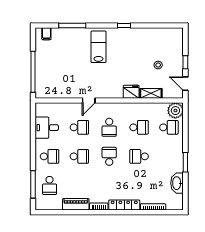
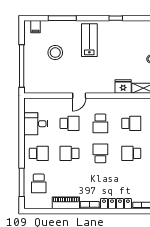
stool: (66, 59) -> (55, 53), added
school desk: (79, 156) -> (70, 153), turned 180

